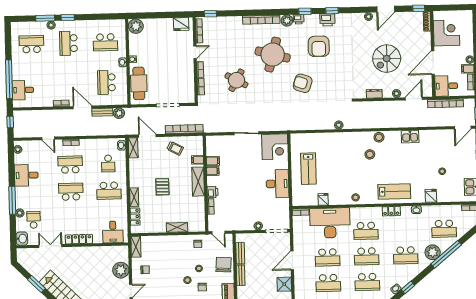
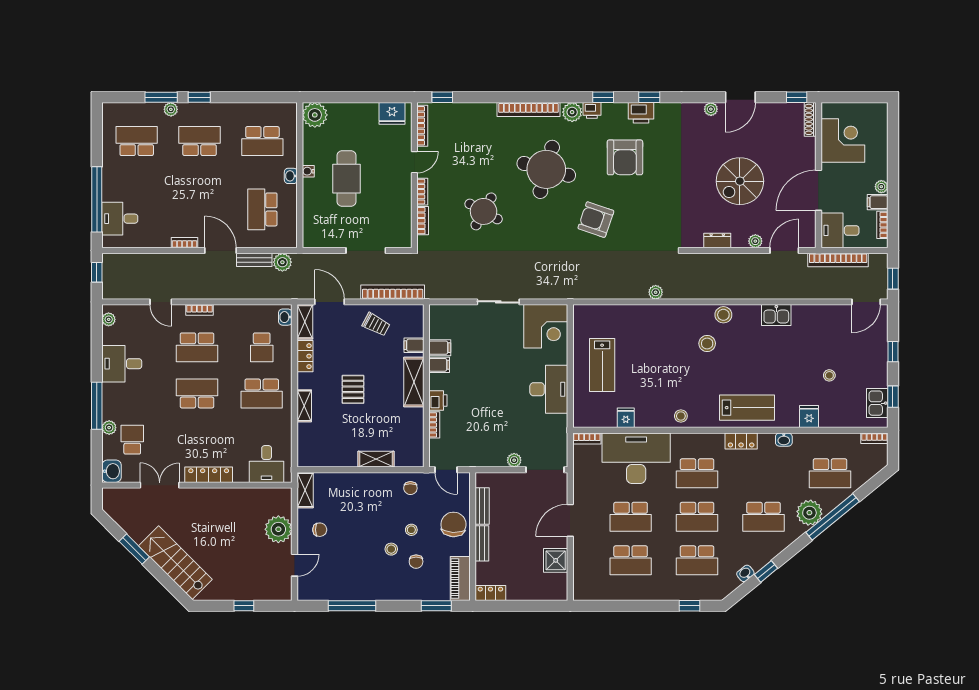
school desk: (68, 43) -> (200, 141), turned 90
cafe table: (139, 83) -> (346, 179), moved
school desk: (70, 165) -> (197, 347), turned 180
locker: (135, 217) -> (305, 356), moved

